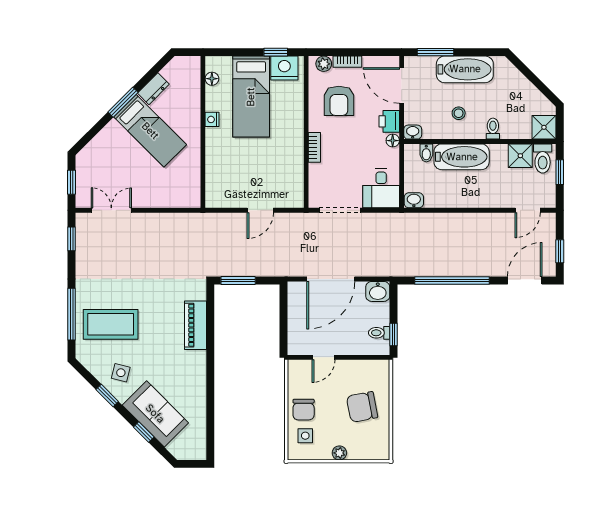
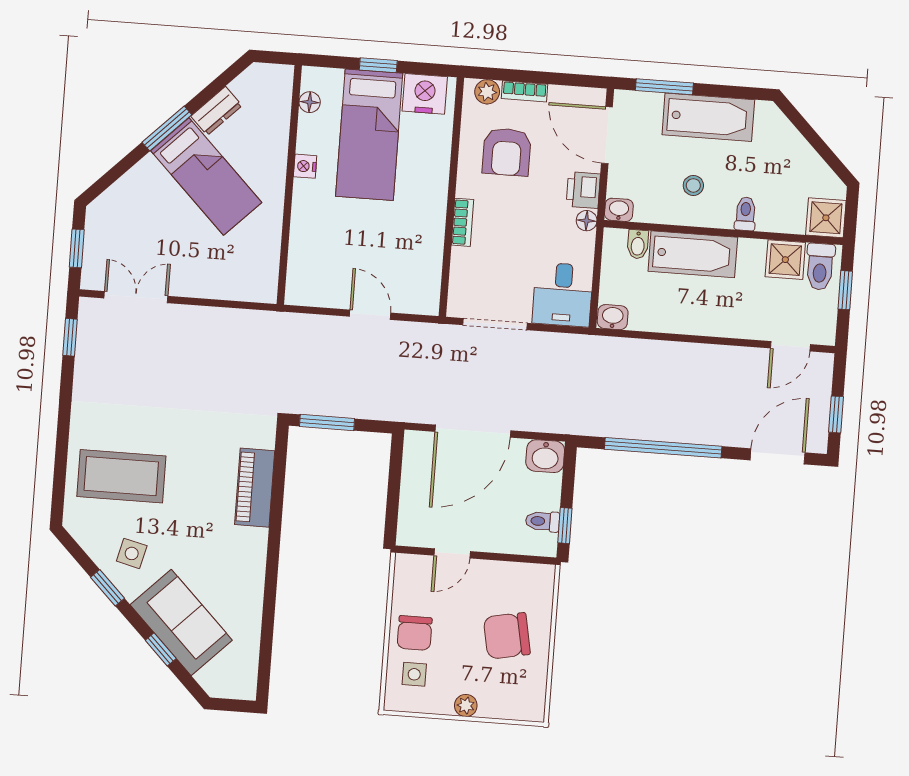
window: (276, 52) -> (378, 65), moved
door: (260, 210) -> (370, 315), swing flipped
window: (72, 314) -> (61, 456), removed

